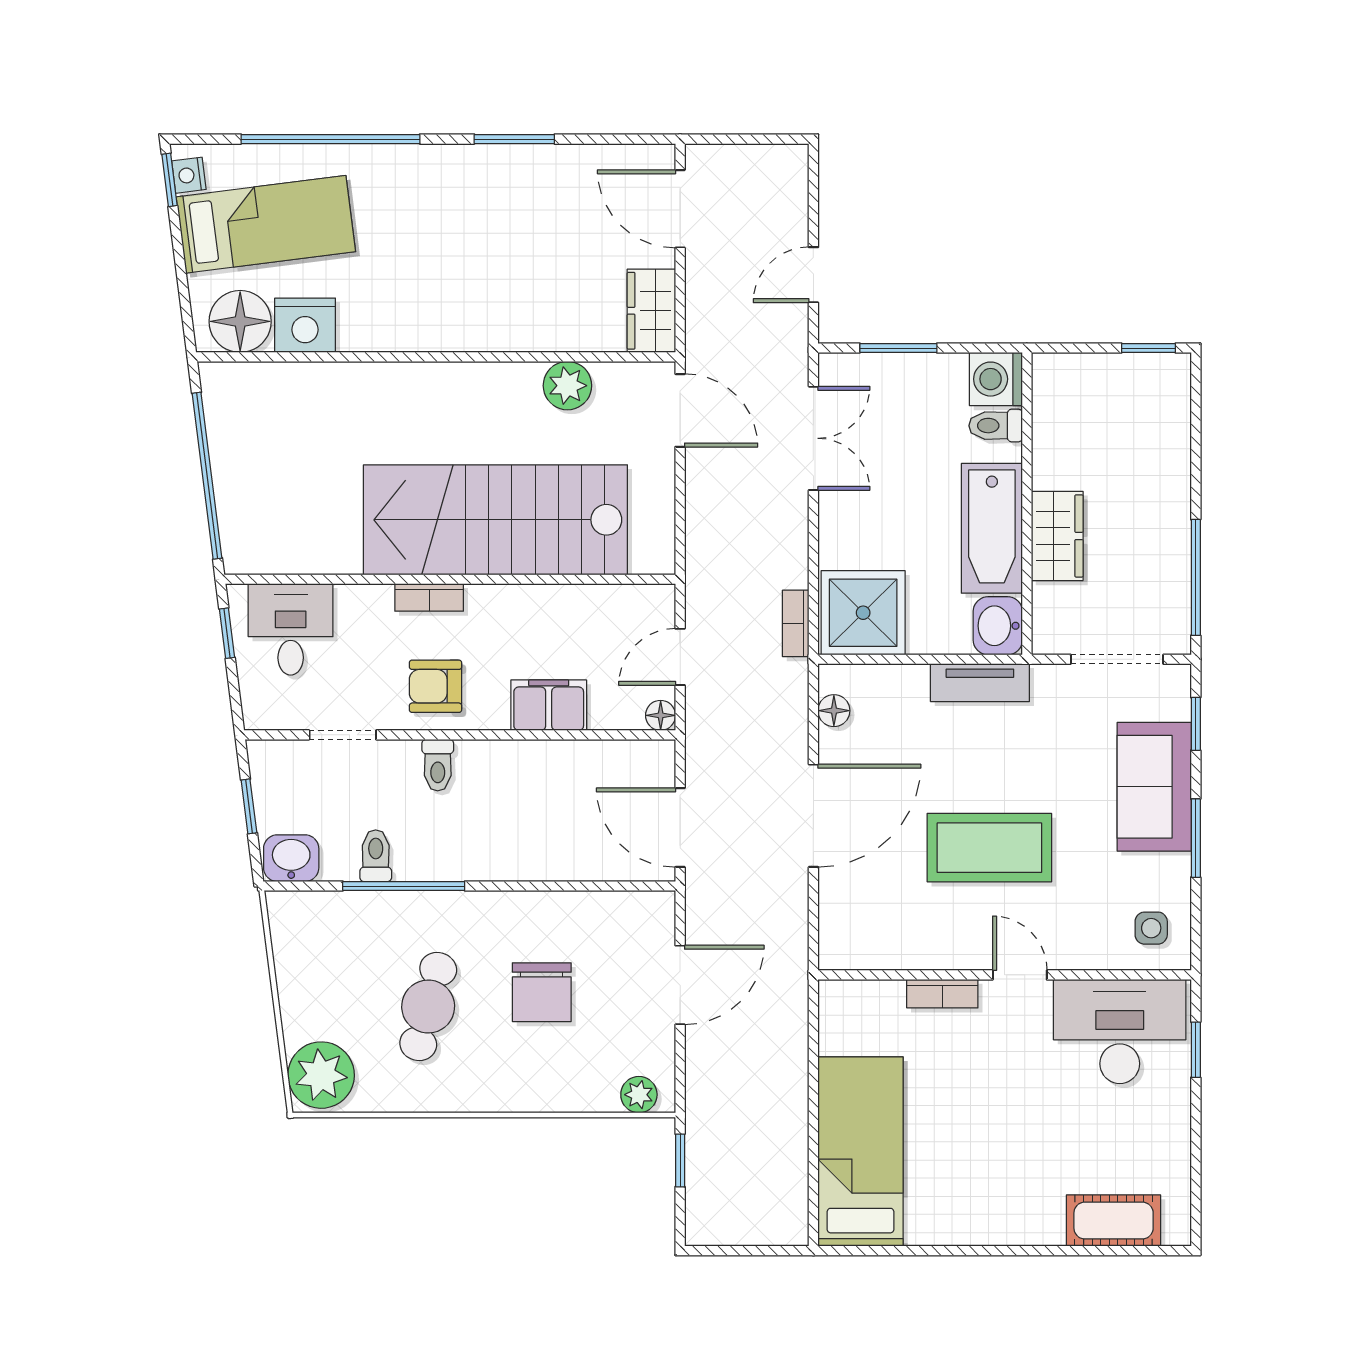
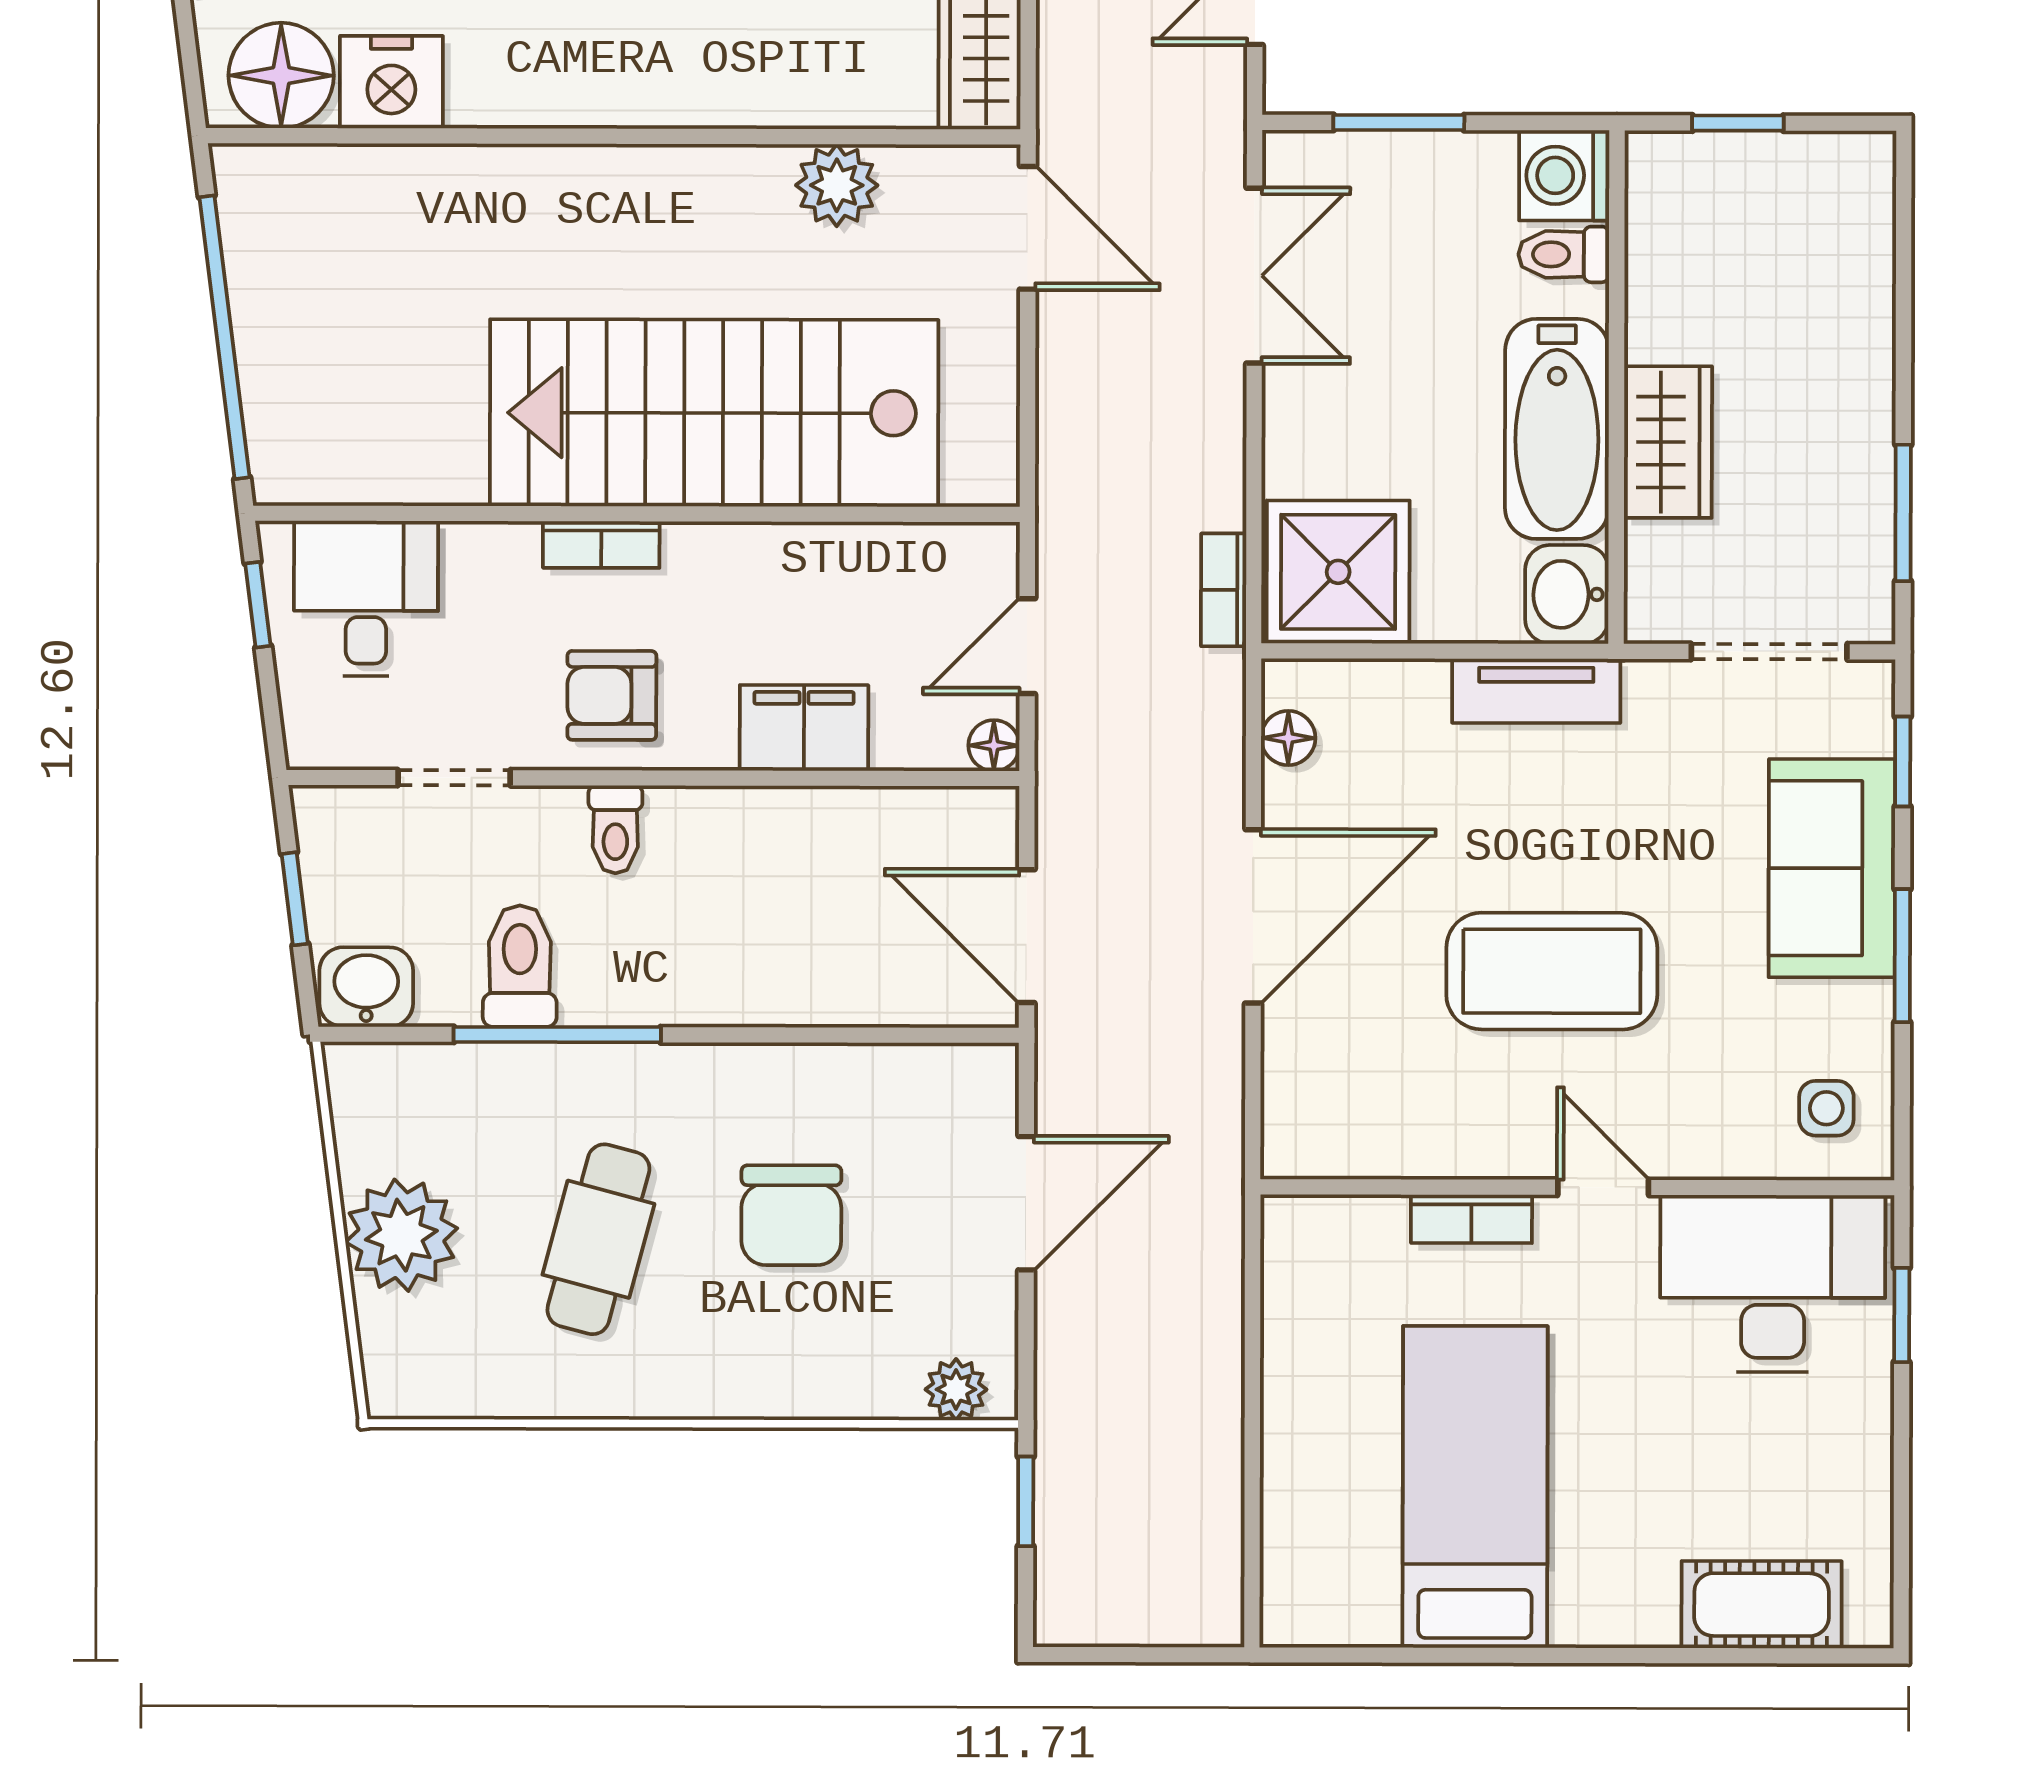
window: (1149, 348) -> (1738, 123), moved
window: (1196, 577) -> (1903, 513), width x0.69
toilet: (376, 856) -> (520, 966), width x1.37, depth x1.39
plant: (321, 1075) -> (401, 1235), moved
bed: (861, 1151) -> (1475, 1487), moved

